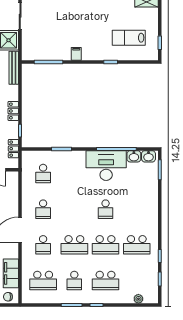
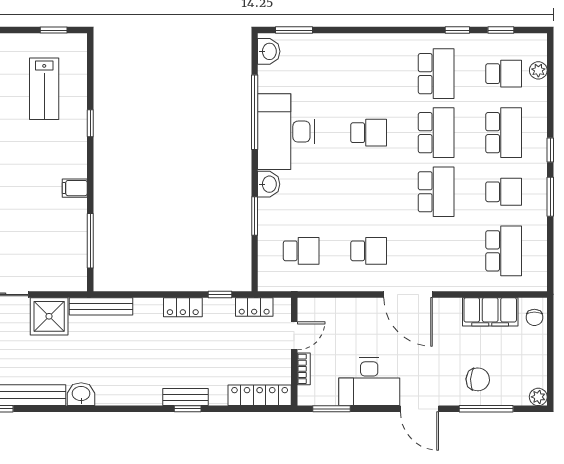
washbasin: (134, 156) -> (269, 184), moved
school desk: (43, 245) -> (504, 74), moved

